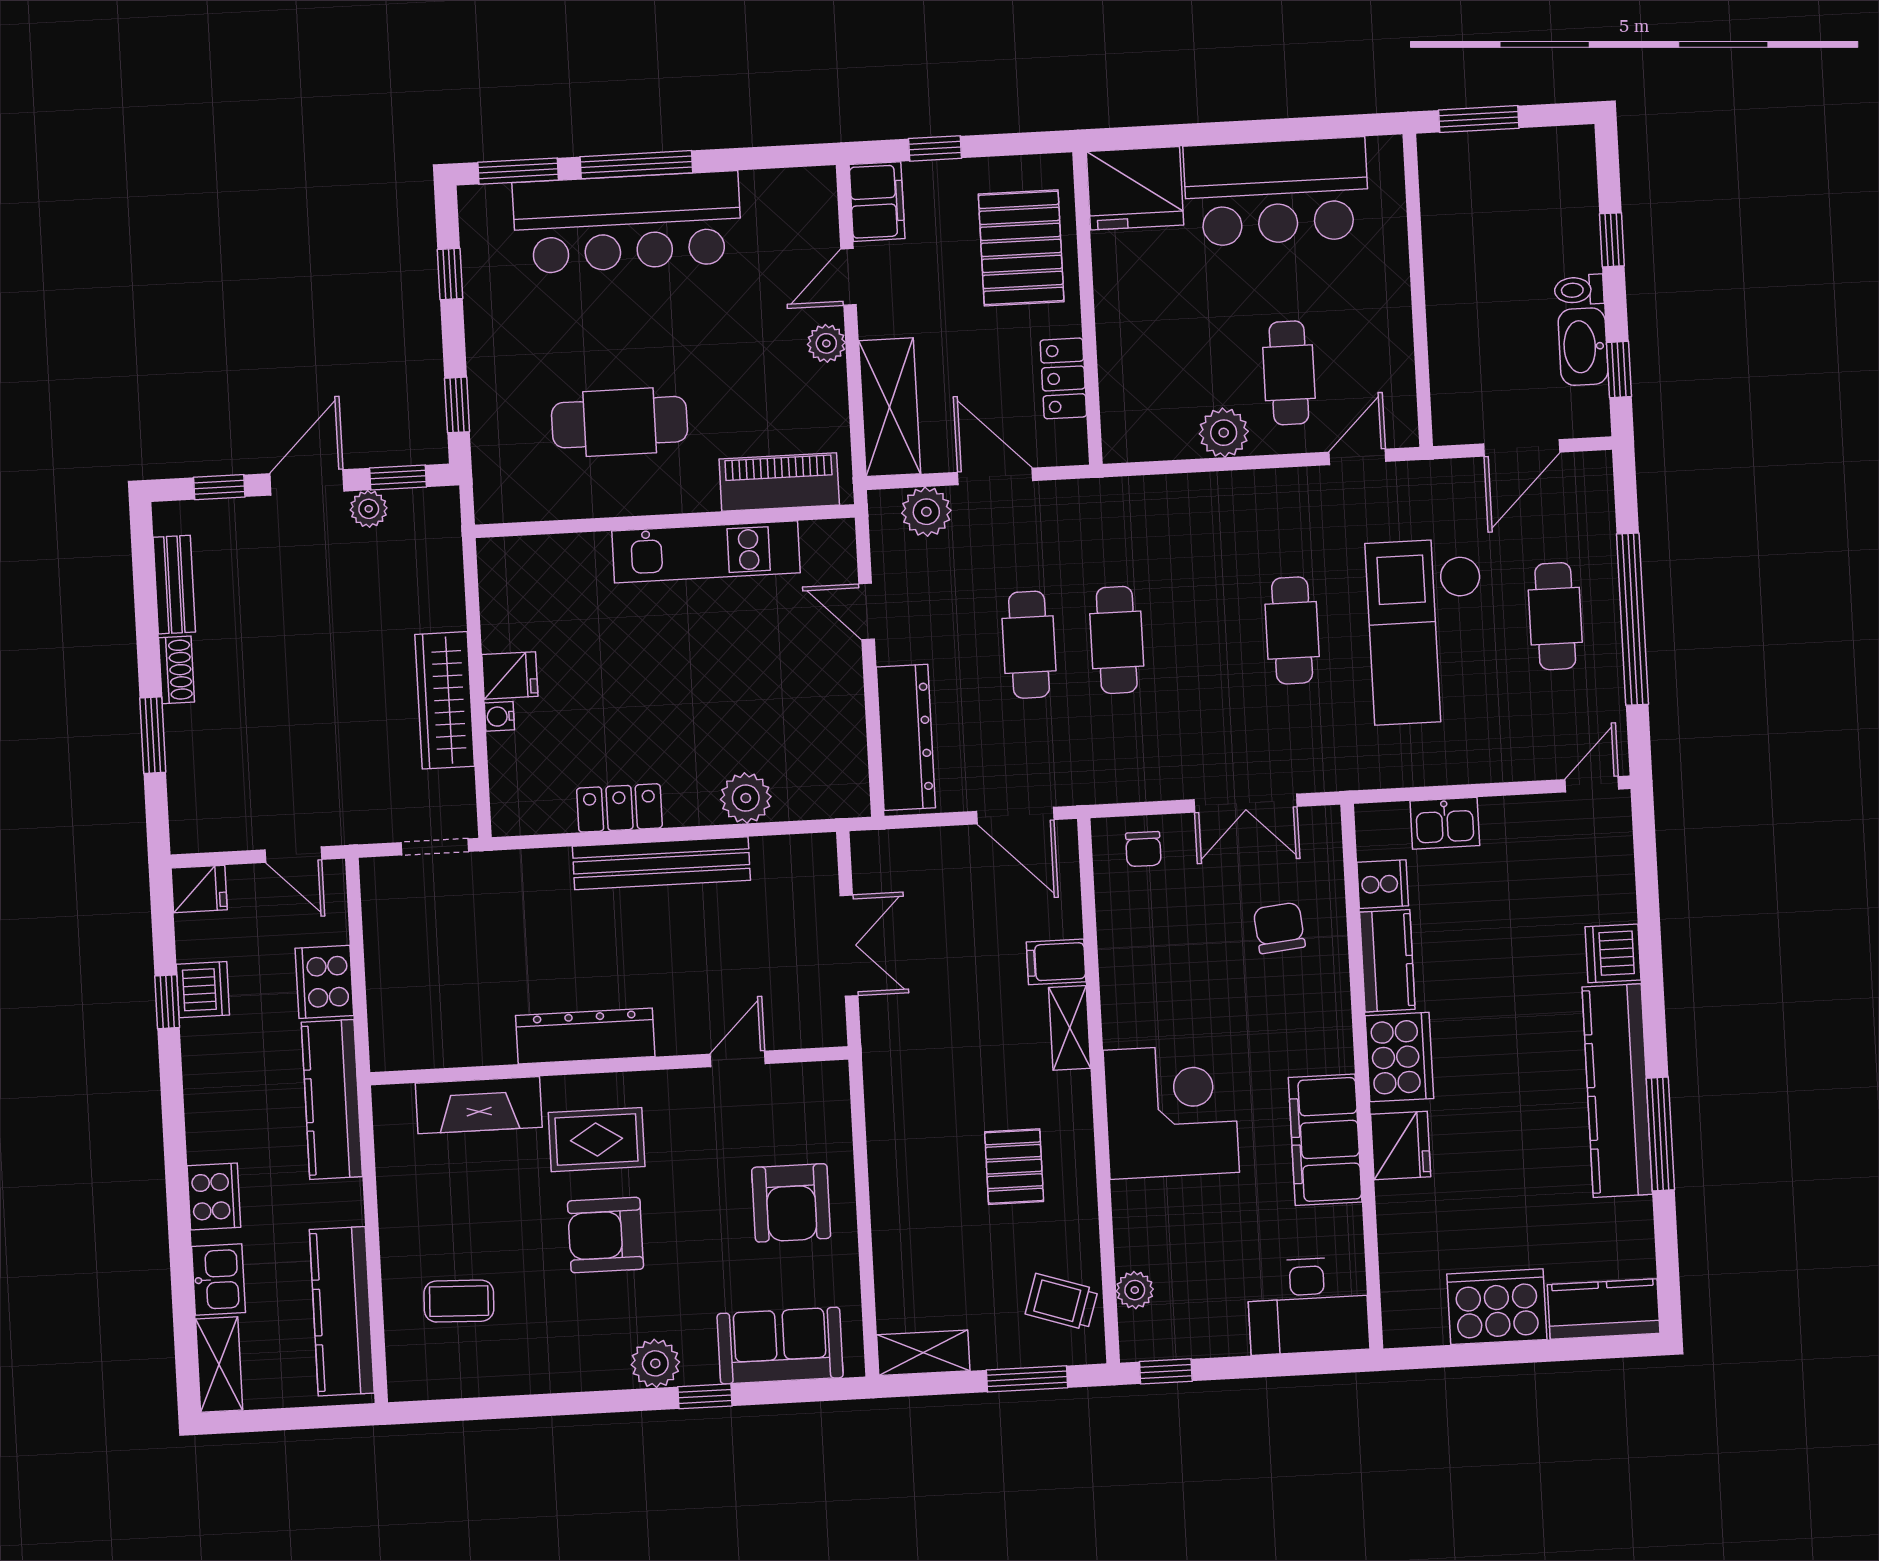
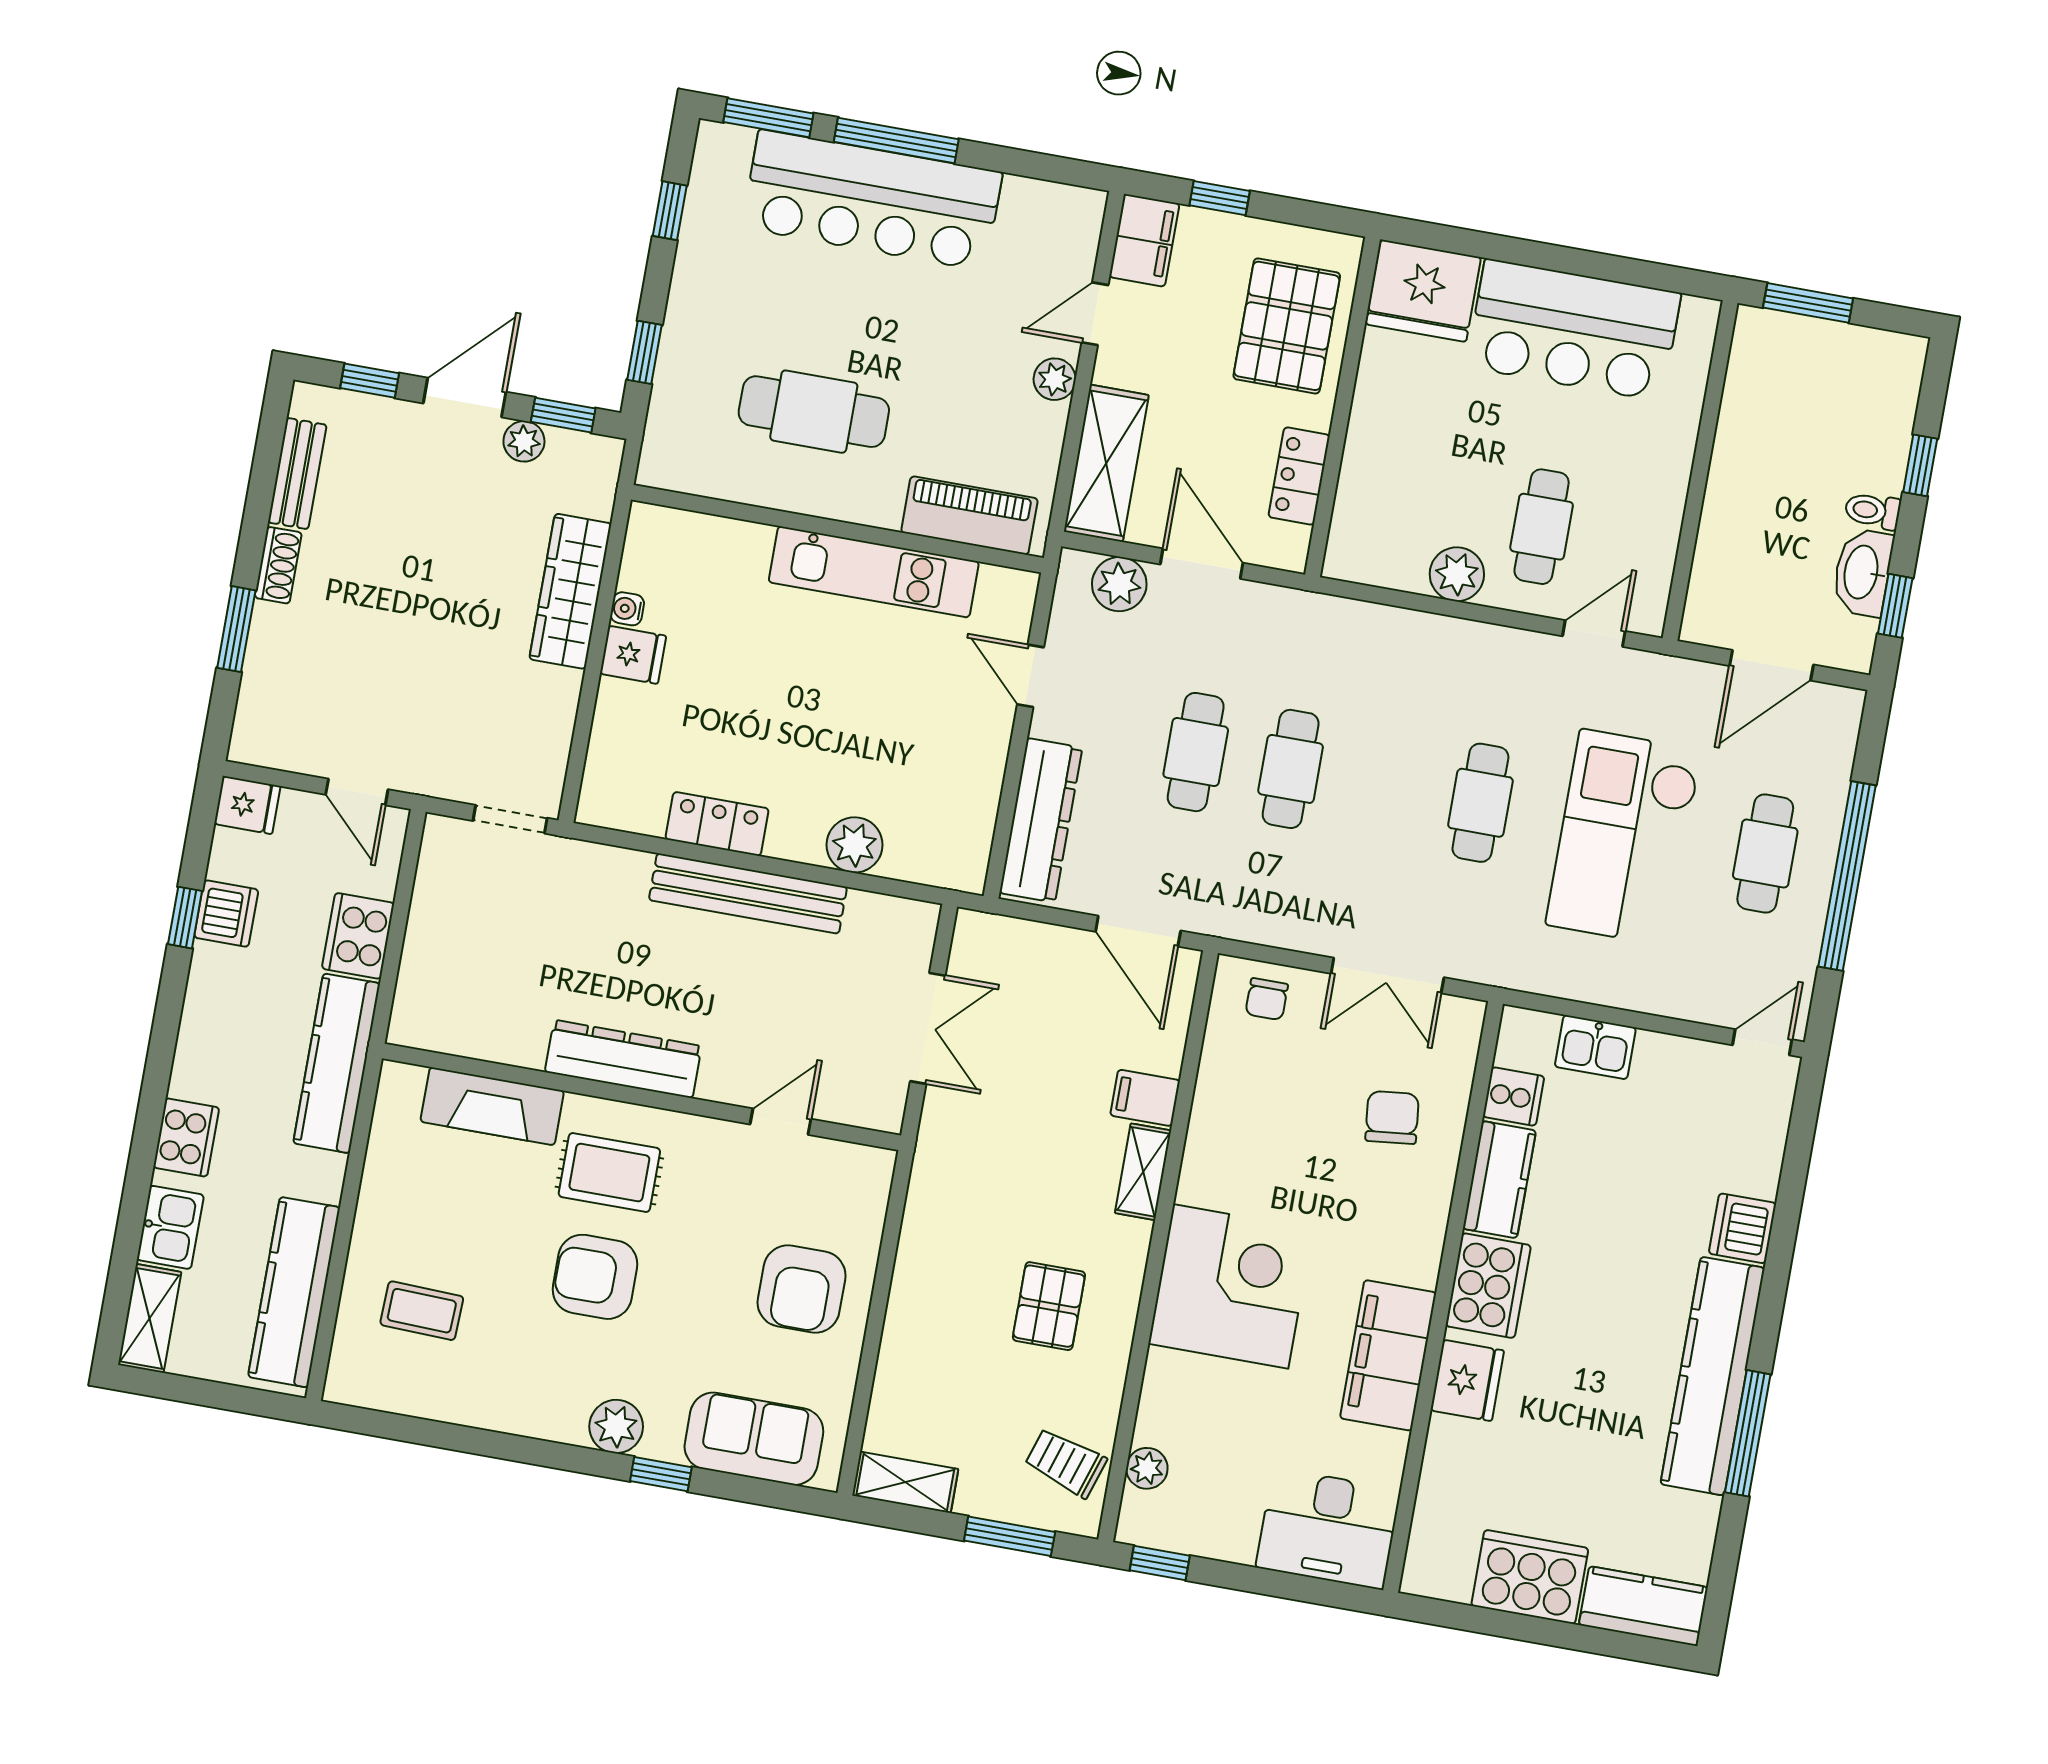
wardrobe: (445, 700) -> (570, 591), moved
water cooler: (499, 716) -> (627, 609), moved

